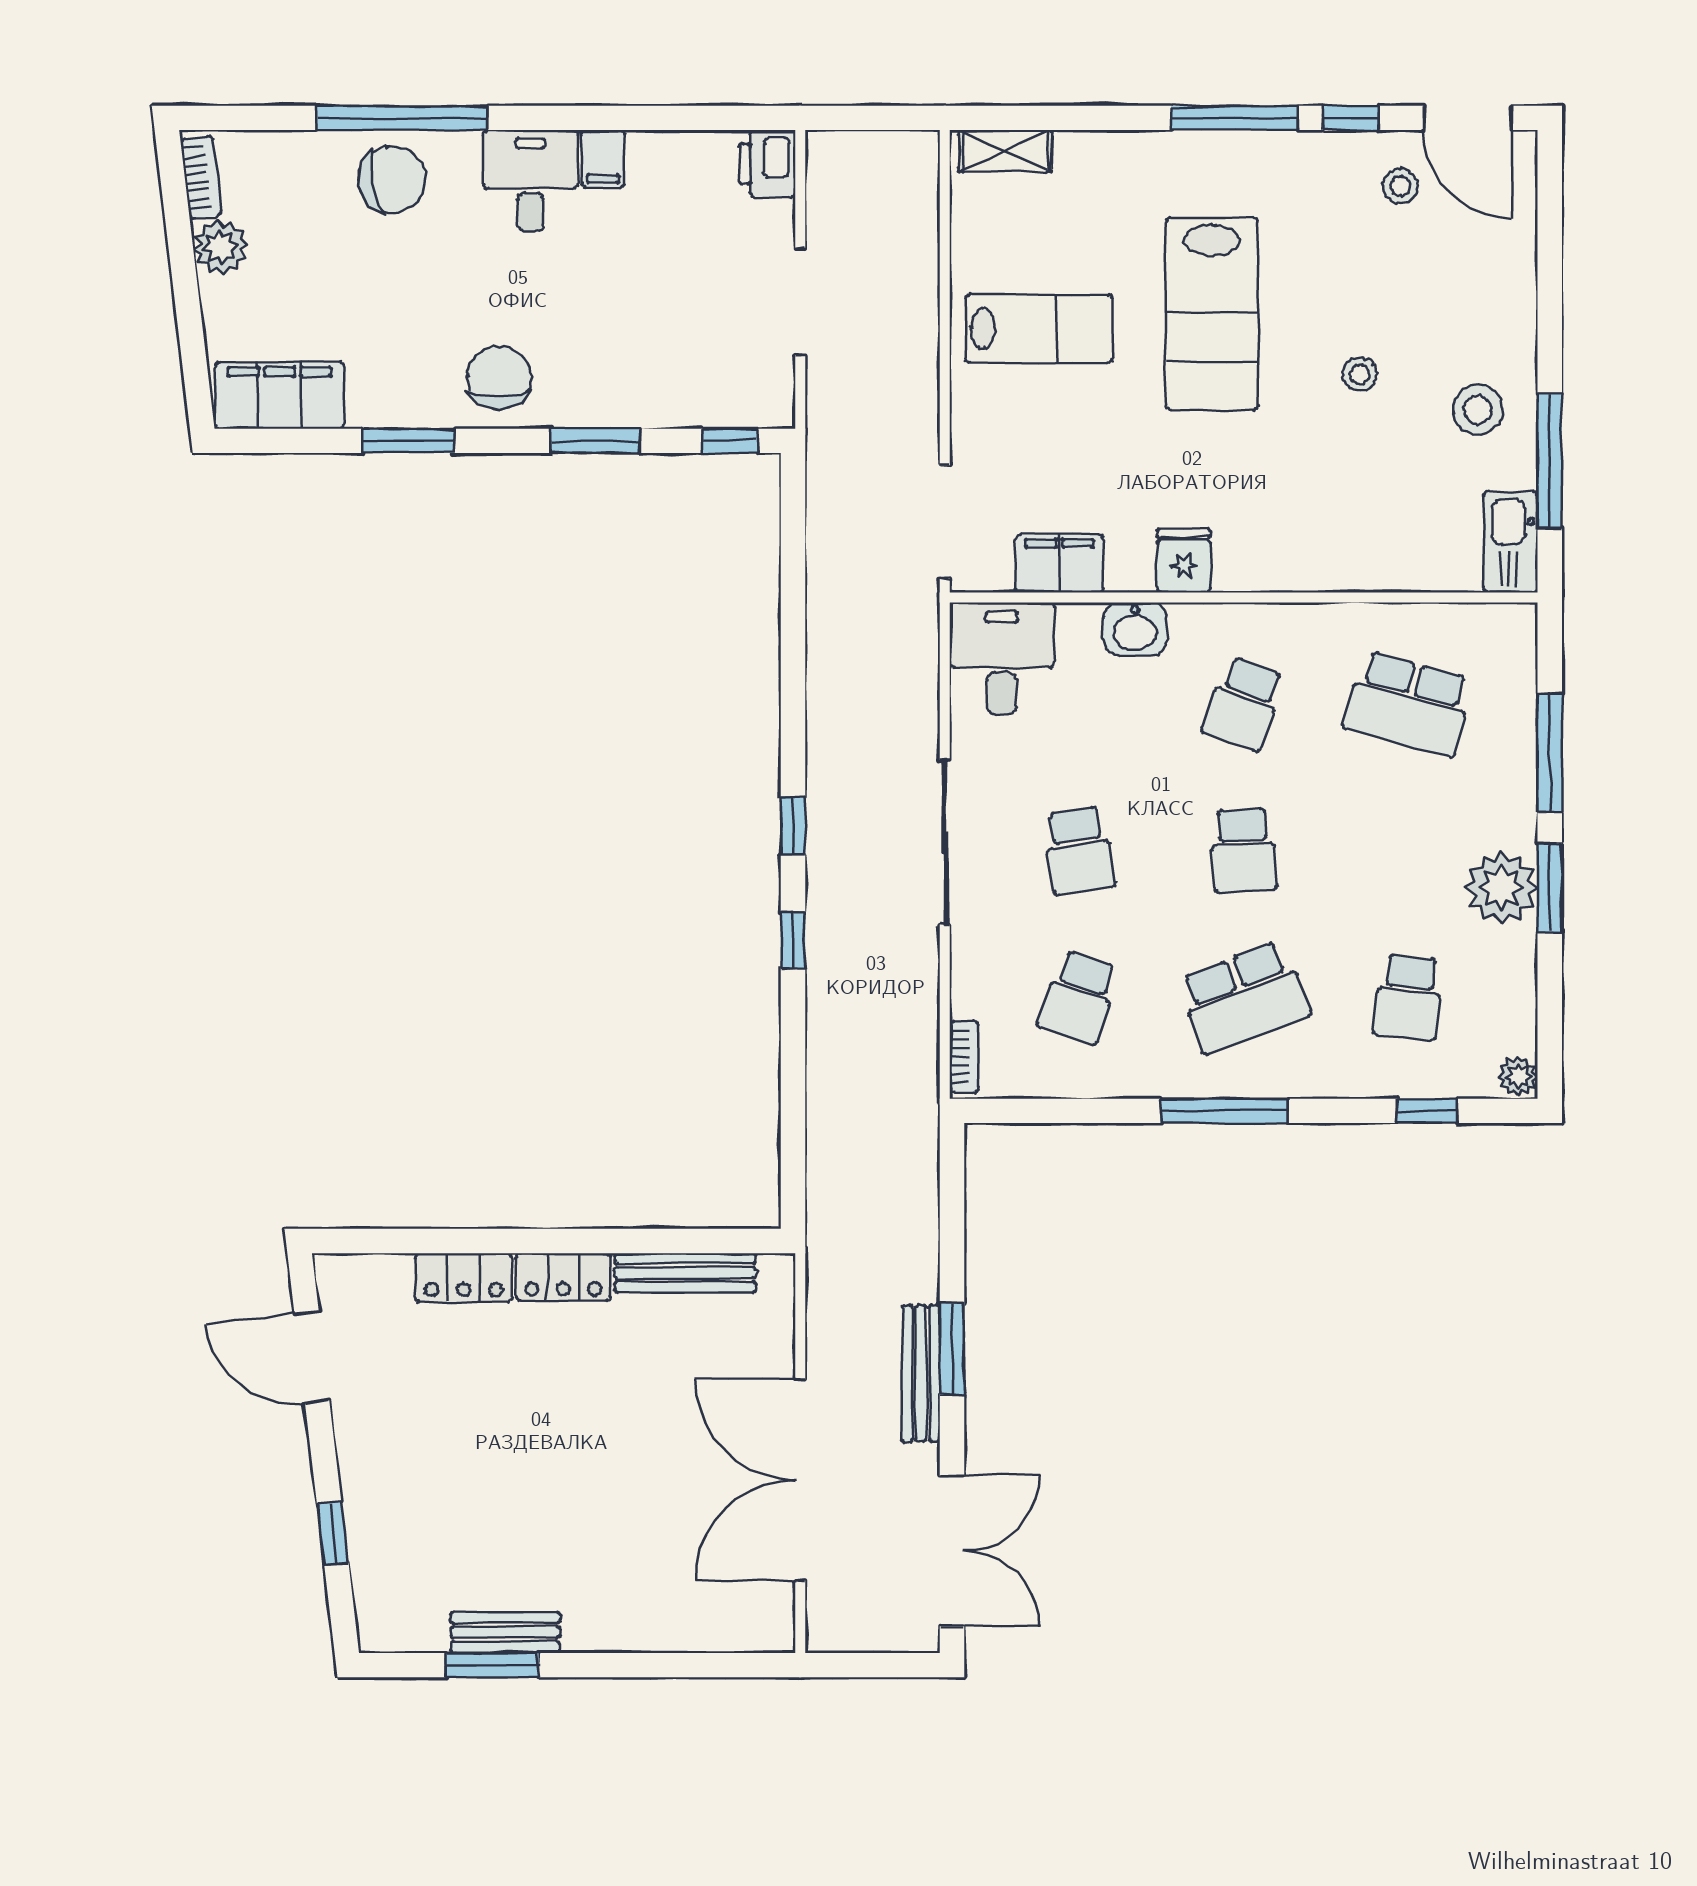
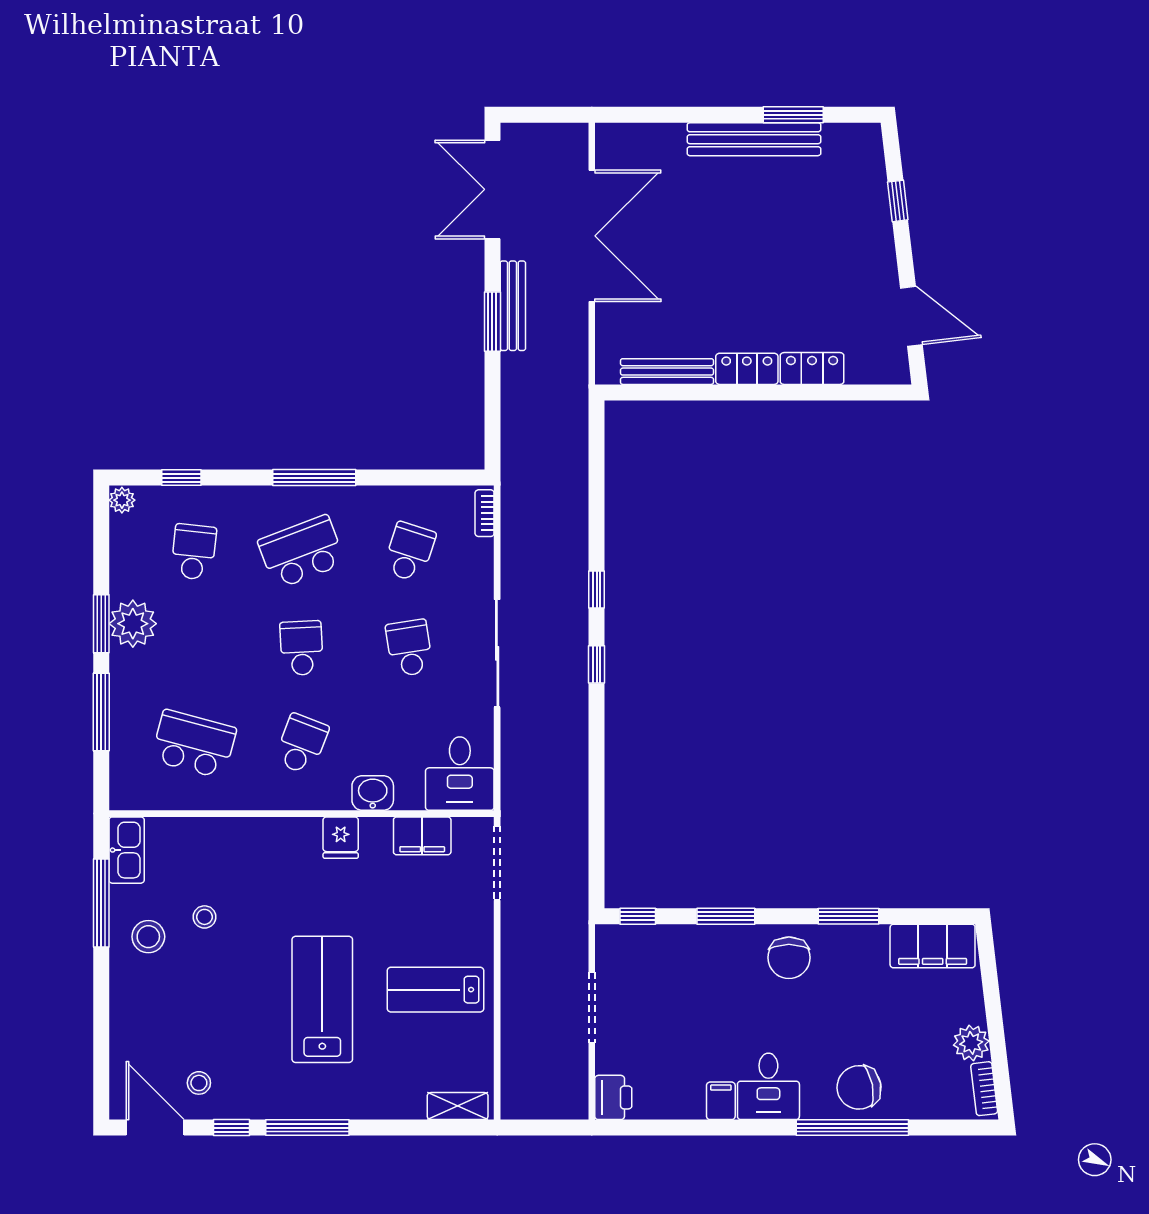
stool: (1360, 374) -> (205, 917), moved
bench: (505, 1632) -> (754, 139), width x1.86, depth x1.21

